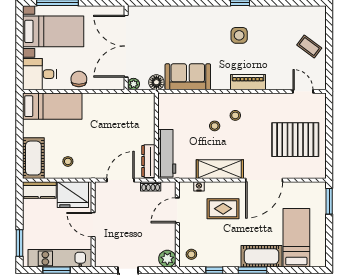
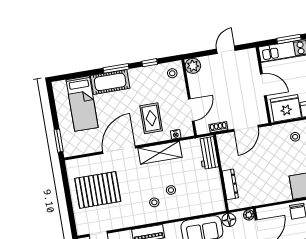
workbench: (167, 153) -> (208, 153), width x0.73
dresser: (148, 161) -> (230, 184), moved
rug: (223, 209) -> (151, 118), turned 90

